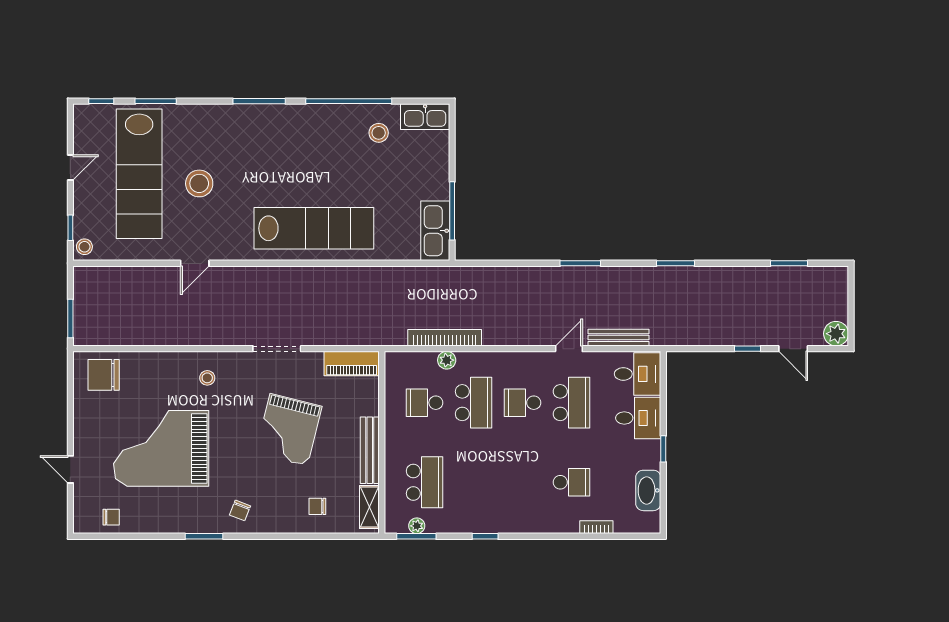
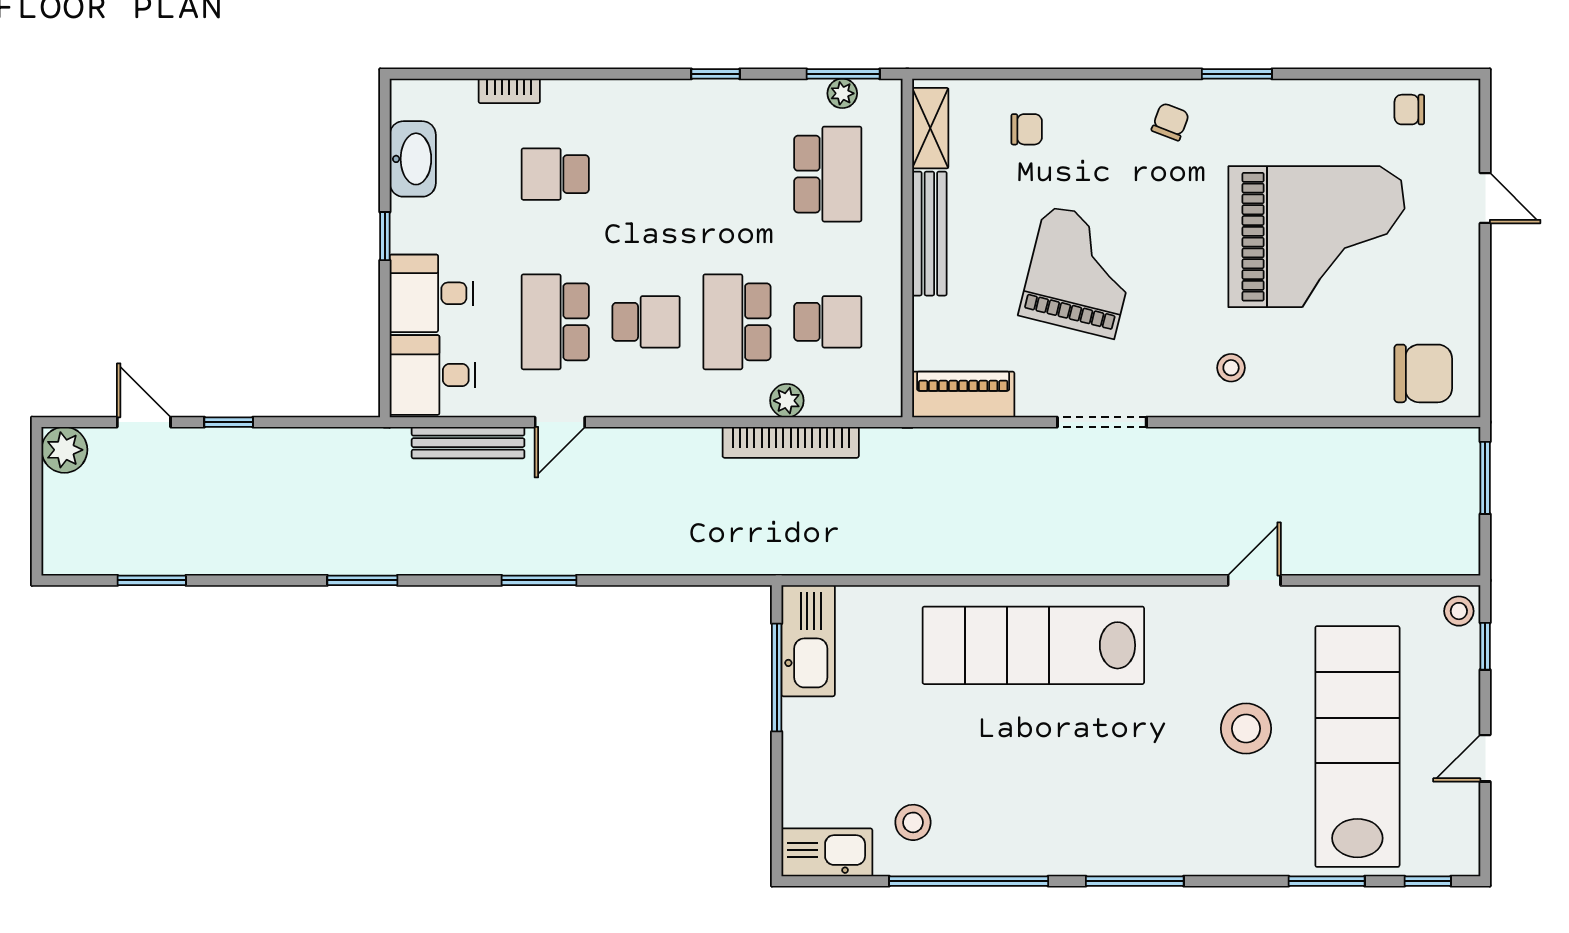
school desk: (425, 482) -> (828, 174), turned 180

